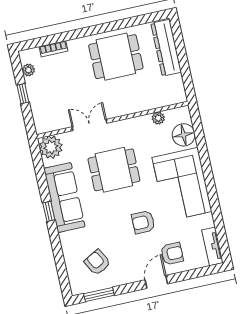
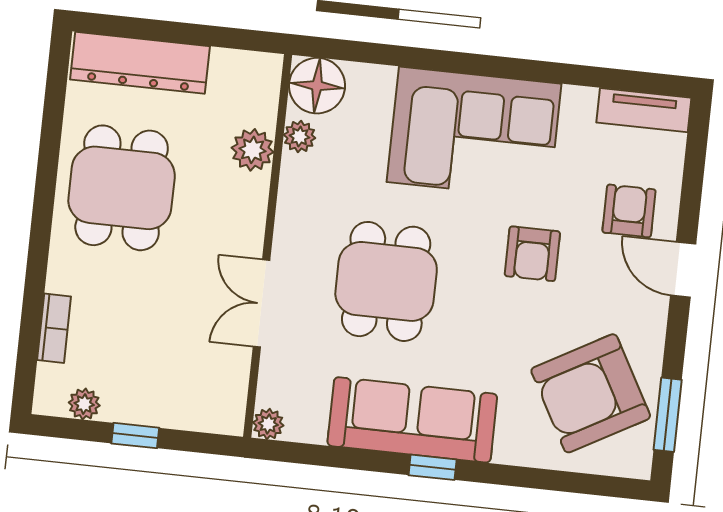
plant: (147, 102) -> (253, 150), added
floor lamp: (184, 135) -> (317, 86), moved
plant: (51, 147) -> (268, 424), width x0.53, depth x0.53
armchair: (97, 262) -> (591, 393), width x1.88, depth x1.88

